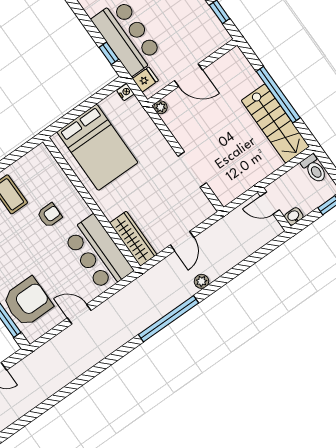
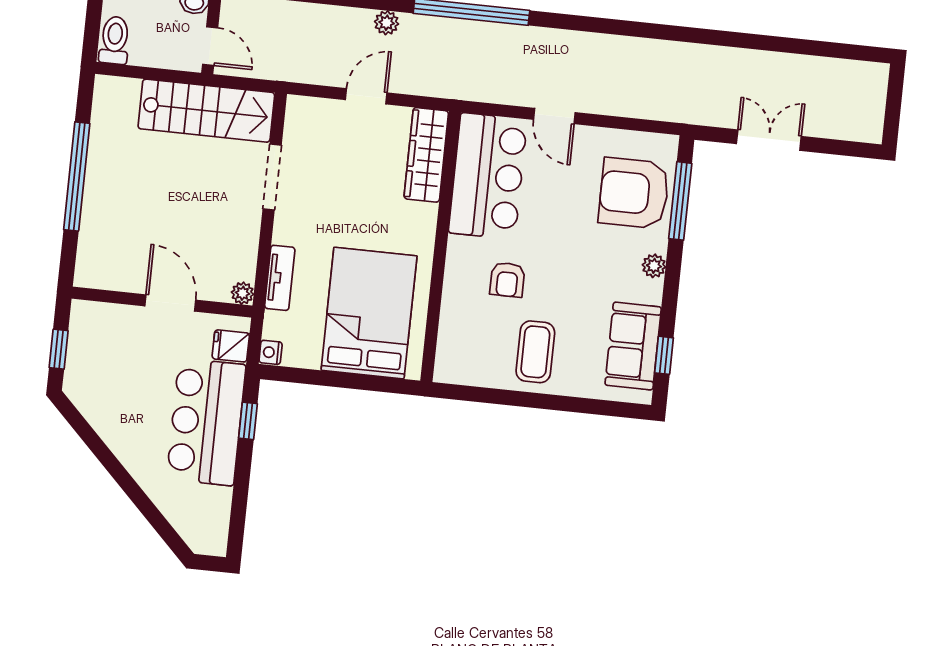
stairs: (275, 123) -> (206, 111), moved, turned 90
tv unit: (150, 128) -> (280, 278), added
armchair: (50, 215) -> (507, 280), turned -90
door: (79, 314) -> (554, 116), moved

